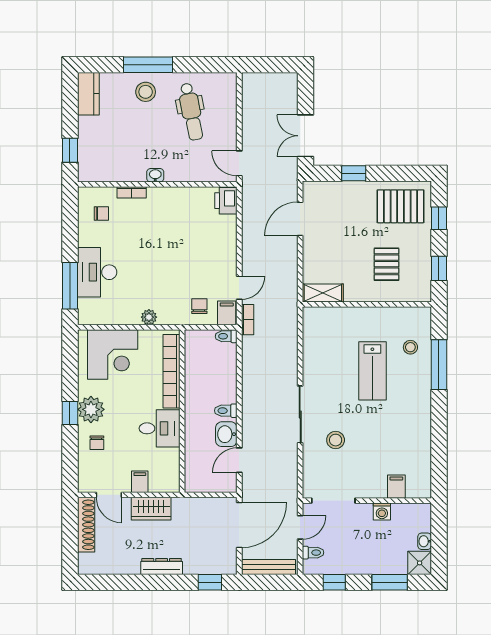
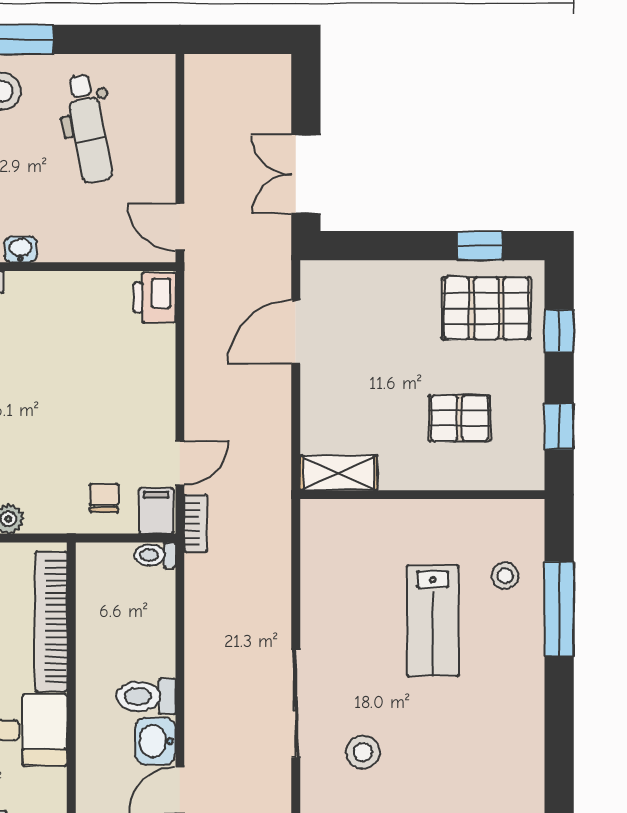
window: (354, 173) -> (480, 246), moved
pallet: (386, 264) -> (460, 418), turned 90
toilet: (226, 411) -> (146, 696), width x1.37, depth x1.39

